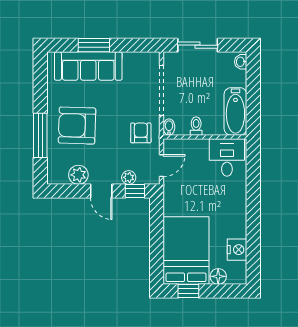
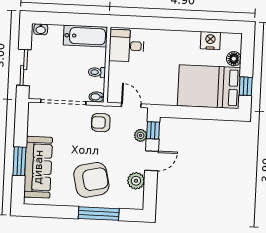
armchair: (77, 126) -> (91, 180), turned -105

